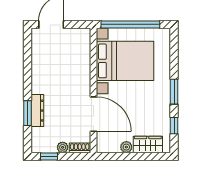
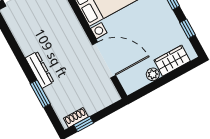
dresser: (37, 111) -> (40, 70), moved
plant: (63, 147) -> (92, 108), removed
shoe rack: (80, 148) -> (76, 118), moved

